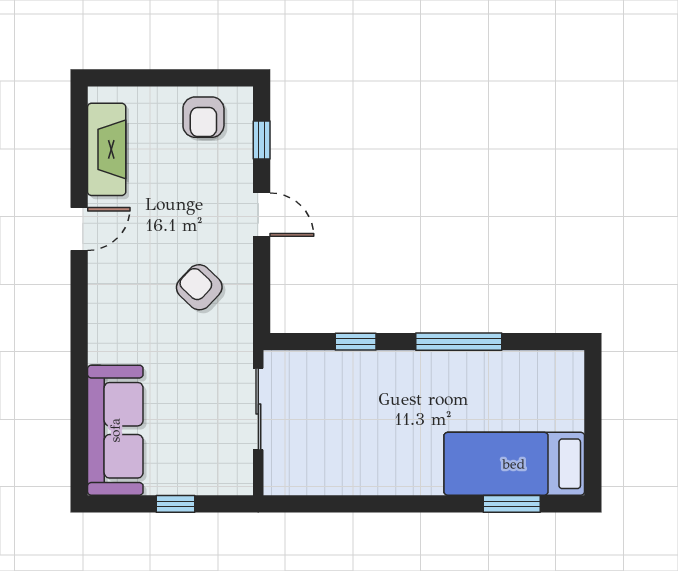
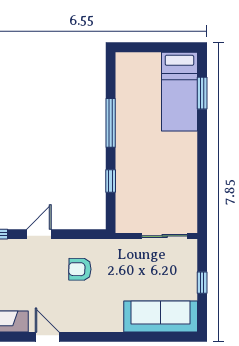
armchair: (199, 287) -> (80, 269), turned 48
sliding door: (258, 409) -> (165, 236), moved

